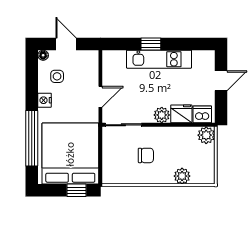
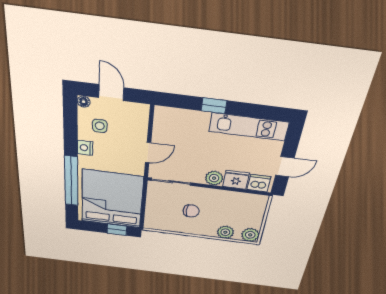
kitchen unit: (159, 59) -> (249, 127), moved
door: (221, 81) -> (285, 167), moved
plant: (206, 135) -> (250, 235), moved

